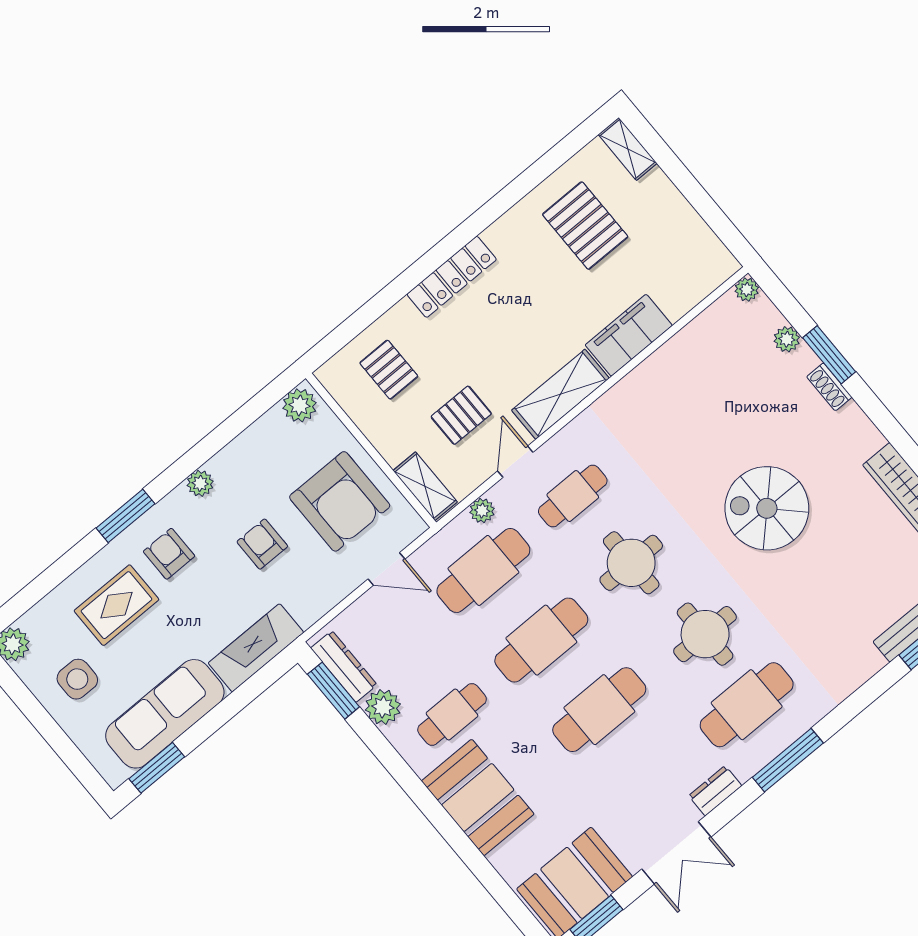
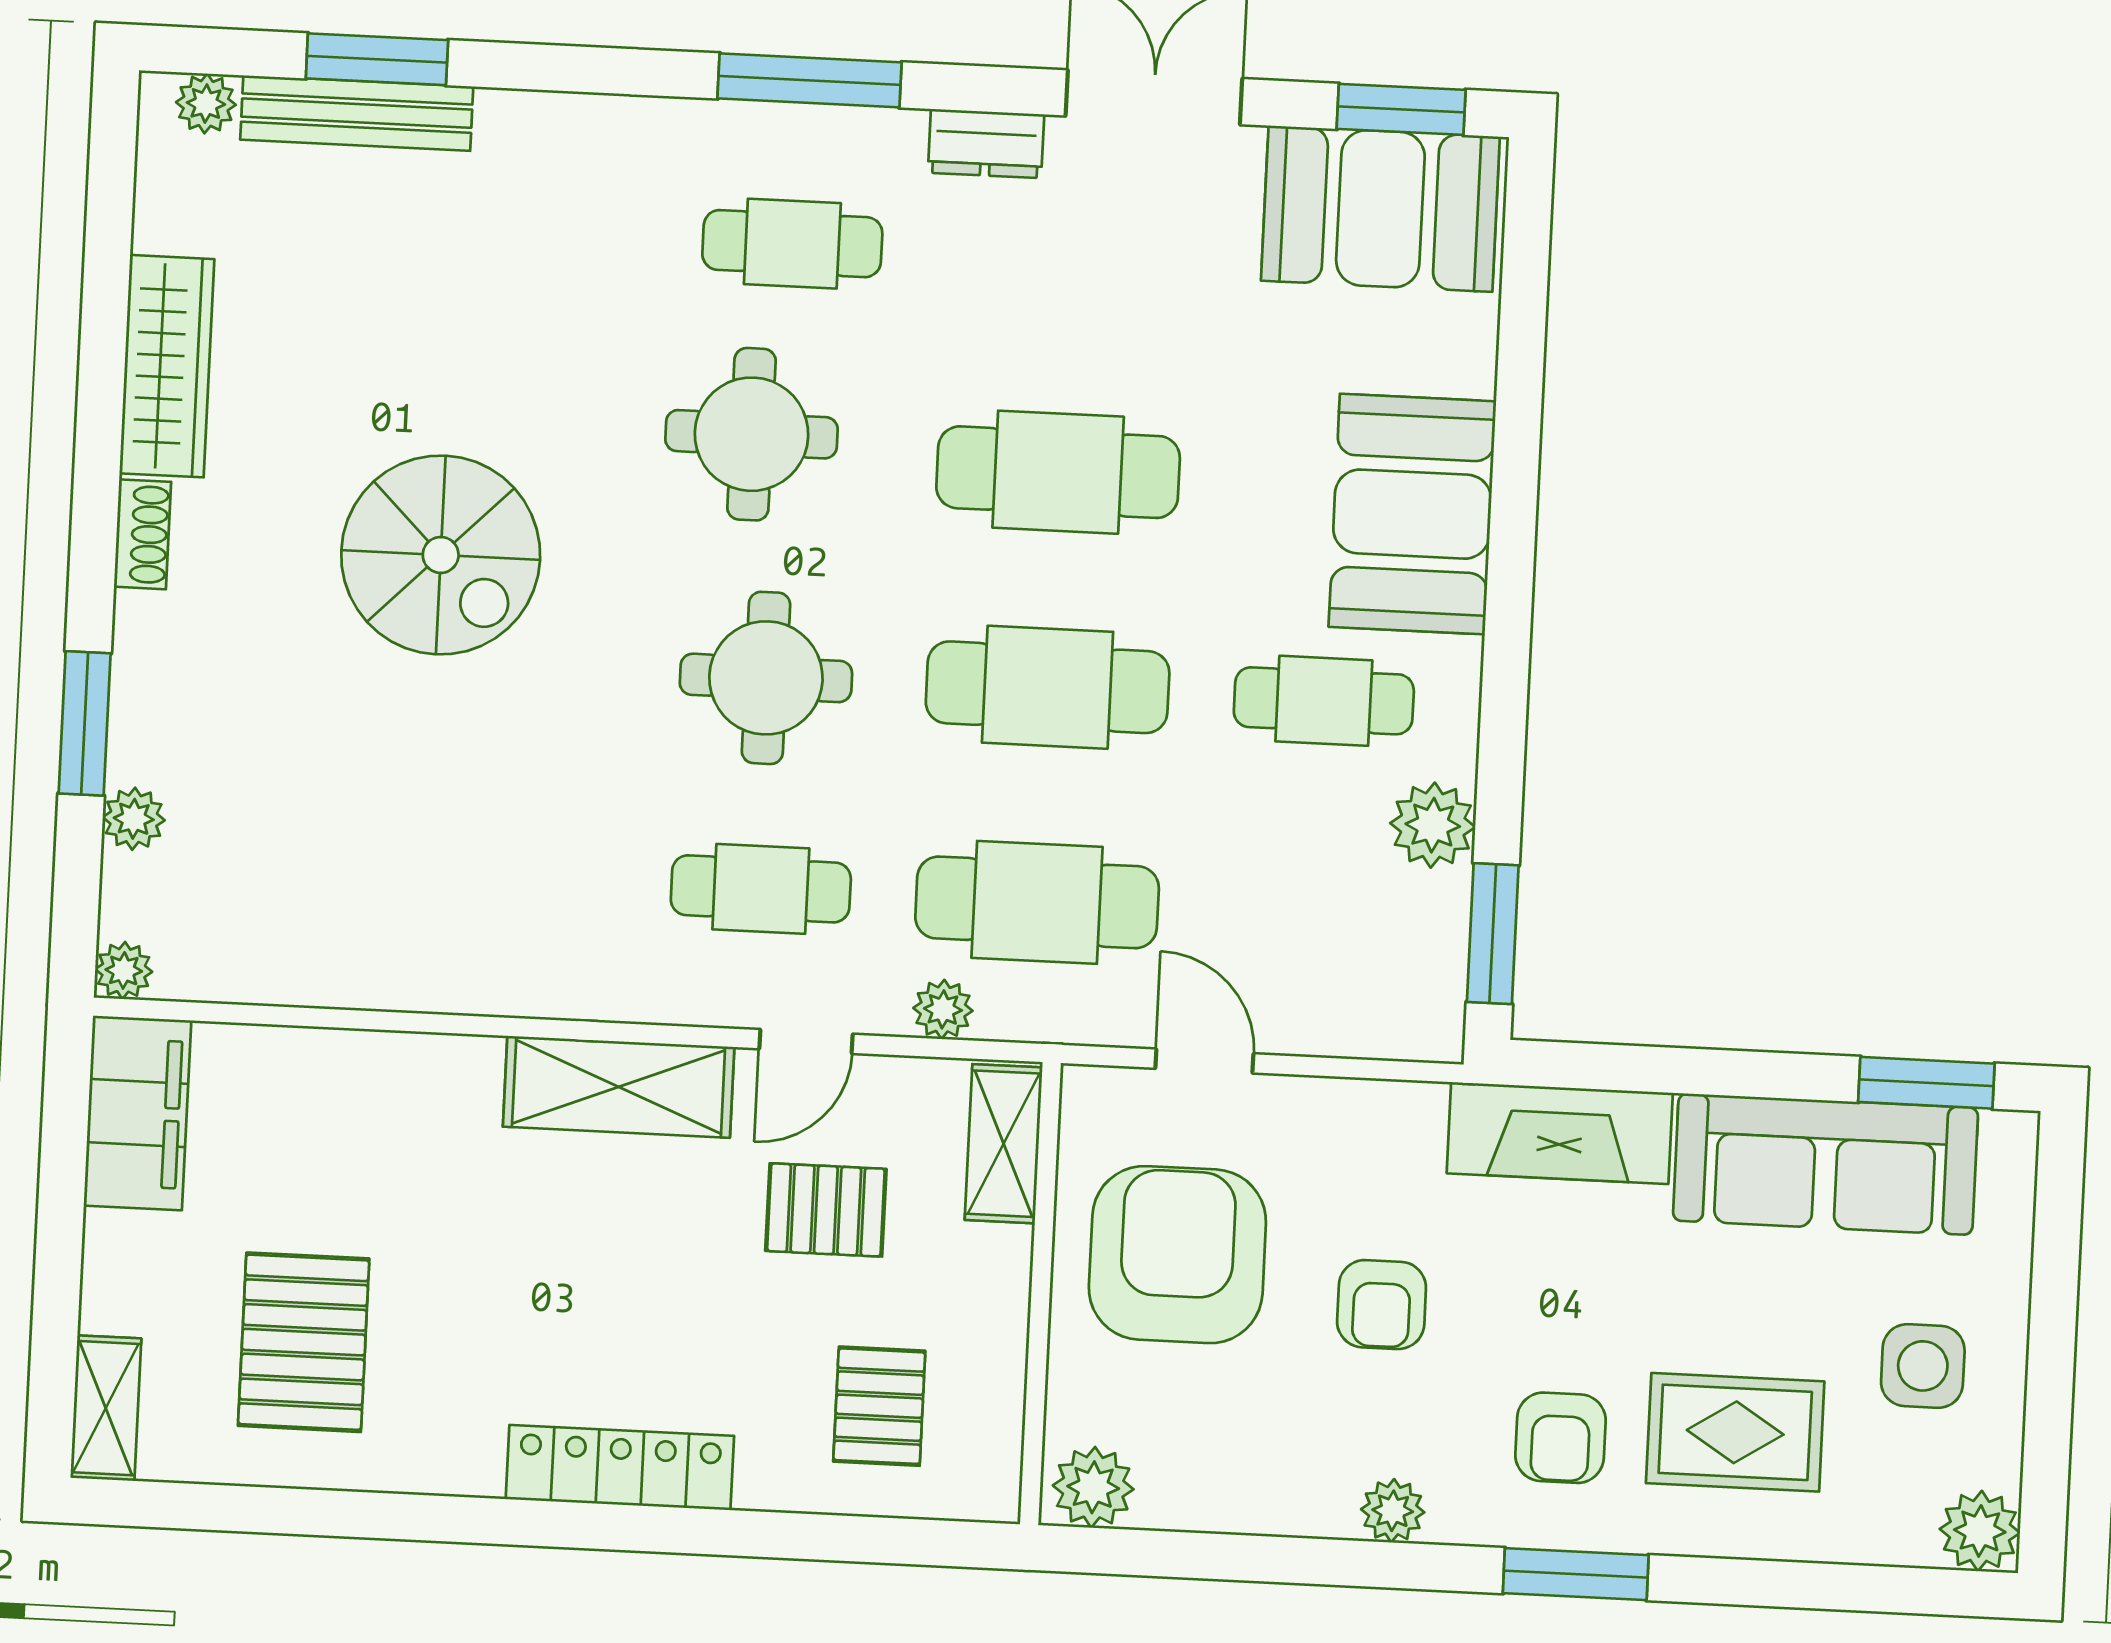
filing cabinet: (629, 335) -> (137, 1113), moved, turned -90
shoe rack: (829, 387) -> (143, 534), moved
dresser: (344, 666) -> (1436, 959), removed
cafe table: (747, 705) -> (792, 244), width x0.73, depth x0.74

